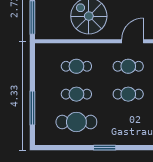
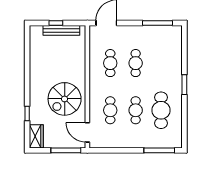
door: (133, 41) -> (87, 132), moved
window: (32, 108) -> (159, 150), moved

